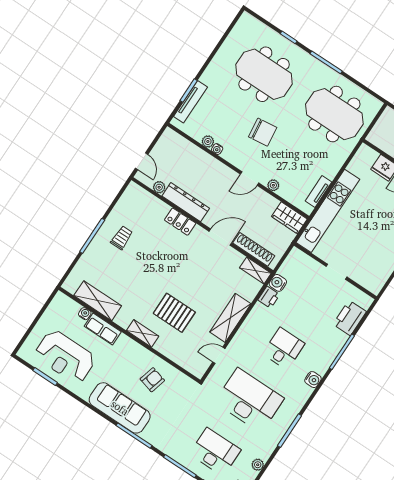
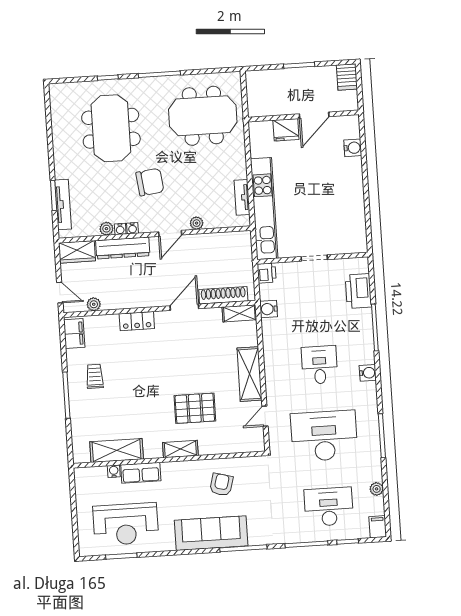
meeting table: (264, 74) -> (111, 128), turned 90
water cooler: (226, 155) -> (132, 228), added
filing cabinet: (130, 197) -> (74, 334), added
dresser: (186, 202) -> (123, 248), moved, turned 180
wardrobe: (289, 218) -> (77, 252), moved
printer: (269, 297) -> (267, 273), moved

